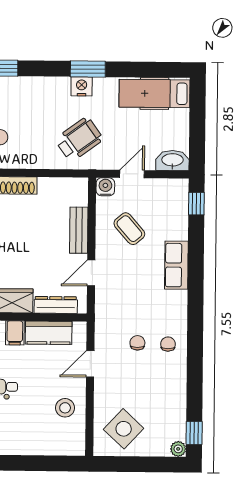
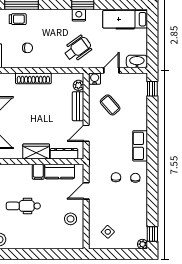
plant: (80, 197) -> (78, 85), added
row of seats: (176, 265) -> (140, 146), moved
side table: (124, 429) -> (108, 232), width x0.54, depth x0.54

